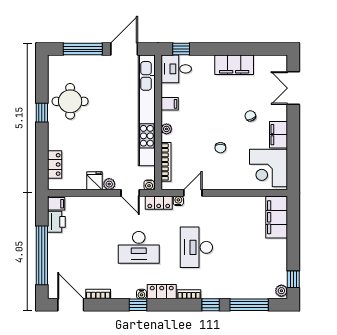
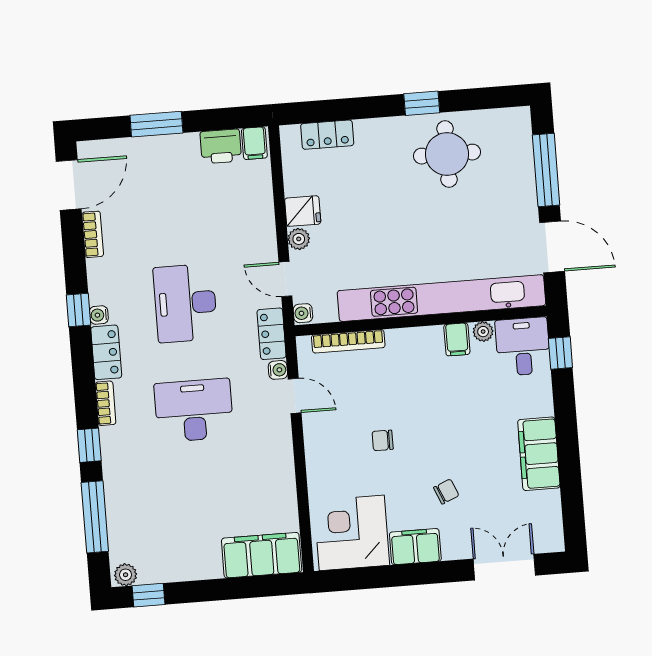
plant: (166, 129) -> (483, 332), moved
door: (130, 193) -> (285, 279), hinge flipped
window: (42, 255) -> (156, 124), width x0.47

